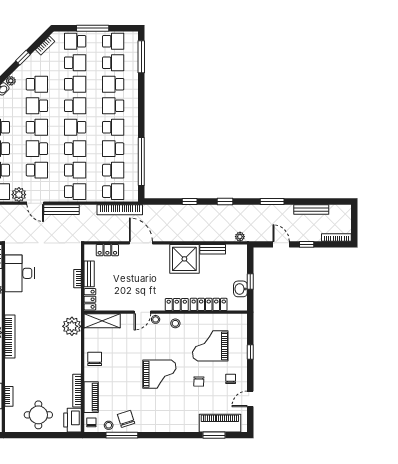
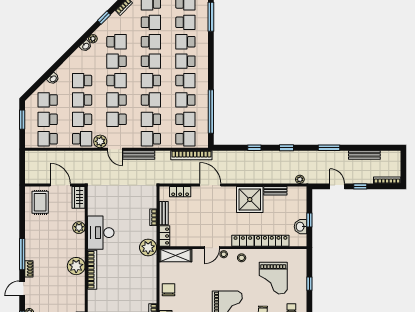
school desk: (37, 170) -> (117, 119), turned 180
school desk: (75, 170) -> (151, 119), turned 180
school desk: (75, 192) -> (151, 139), turned 180
desk: (19, 273) -> (101, 233), moved
plant: (72, 326) -> (148, 247), moved
grand piano: (210, 346) -> (273, 278), turned -90

